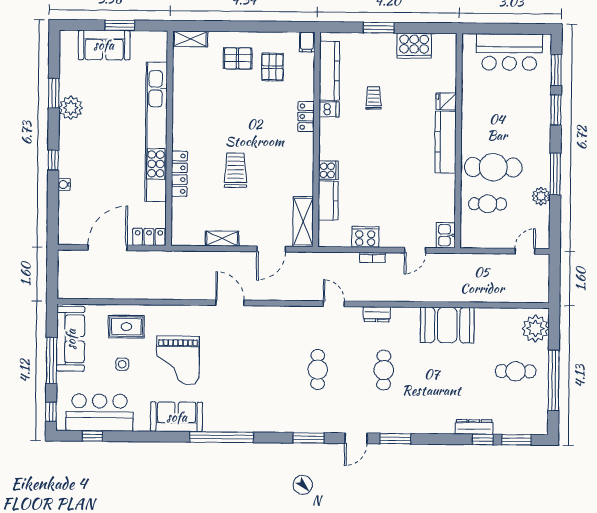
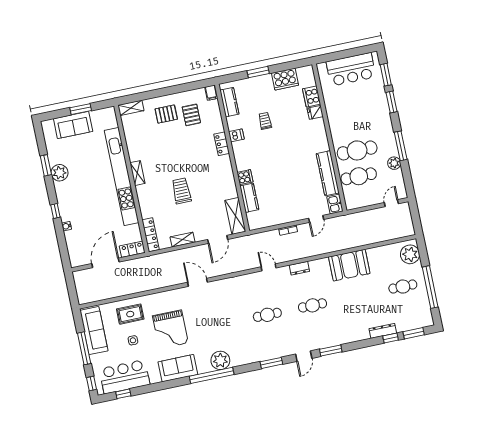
kitchen counter: (329, 71) -> (229, 102), width x0.67
shelving: (179, 132) -> (137, 173), added
kitchen counter: (446, 142) -> (328, 173), moved
locker: (179, 174) -> (151, 235), moved
cafe table: (488, 204) -> (359, 176), width x1.37, depth x1.35
cooker: (365, 237) -> (312, 96), moved, turned -90
cafe table: (318, 369) -> (267, 315), turned 90
cafe table: (384, 370) -> (313, 305), turned 90
plant: (238, 419) -> (220, 360), added

